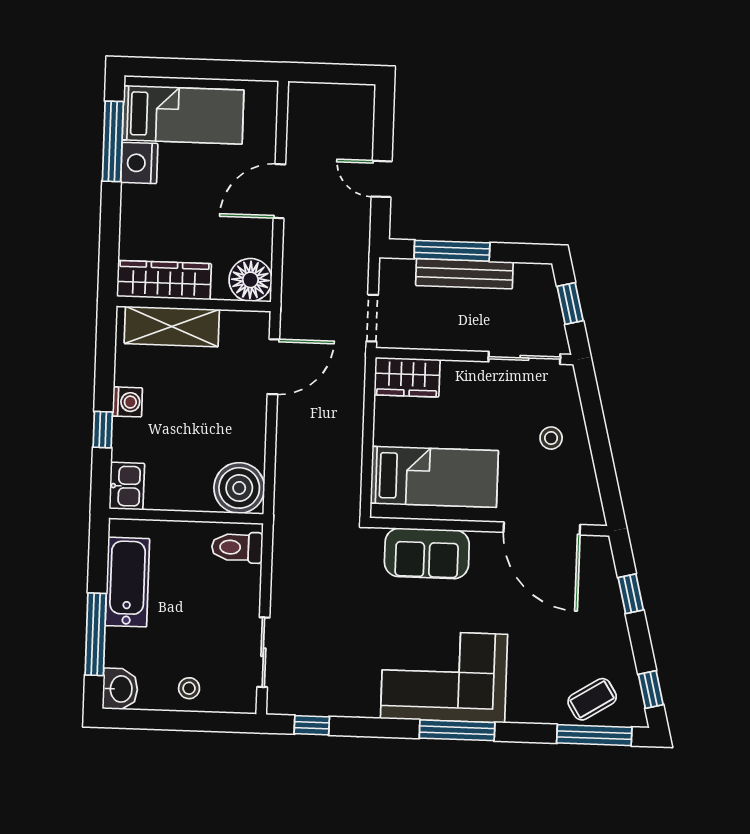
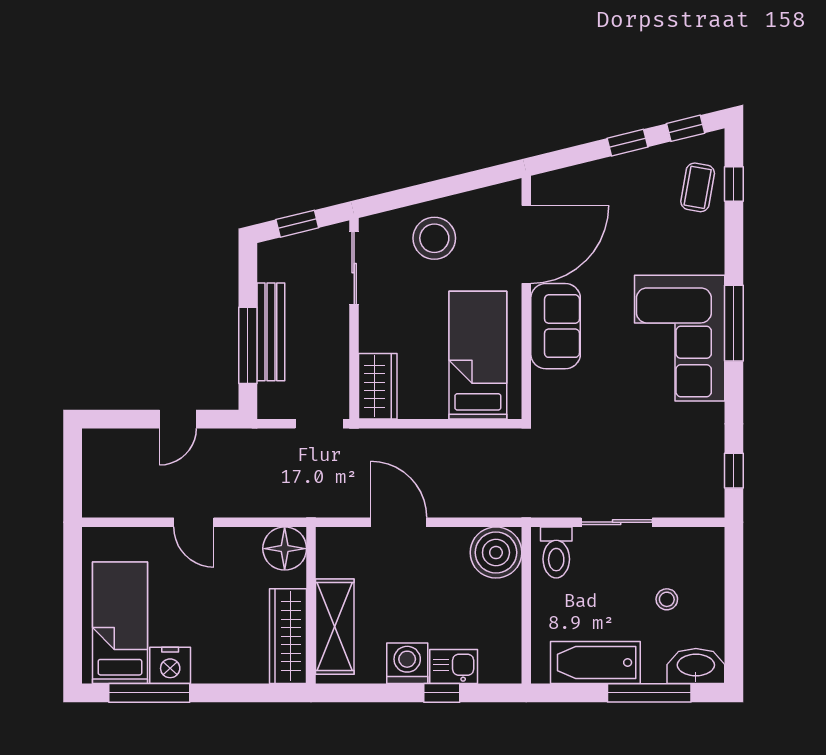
door: (279, 191) -> (194, 522), width x0.73
door: (273, 367) -> (399, 522), moved
washing machine: (127, 402) -> (407, 663), width x1.38, depth x1.38
stool: (551, 438) -> (434, 238), width x1.89, depth x1.89
kitchen sink: (127, 486) -> (454, 666), moved
sofa: (427, 553) -> (556, 326), moved
window: (631, 594) -> (628, 143), moved
sliding door: (263, 652) -> (617, 522), moved
stool: (189, 688) -> (667, 599), moved
washbasin: (120, 689) -> (696, 666), width x1.38
coffee table: (592, 699) -> (698, 187), turned 42
window: (594, 735) -> (734, 184), width x0.46

